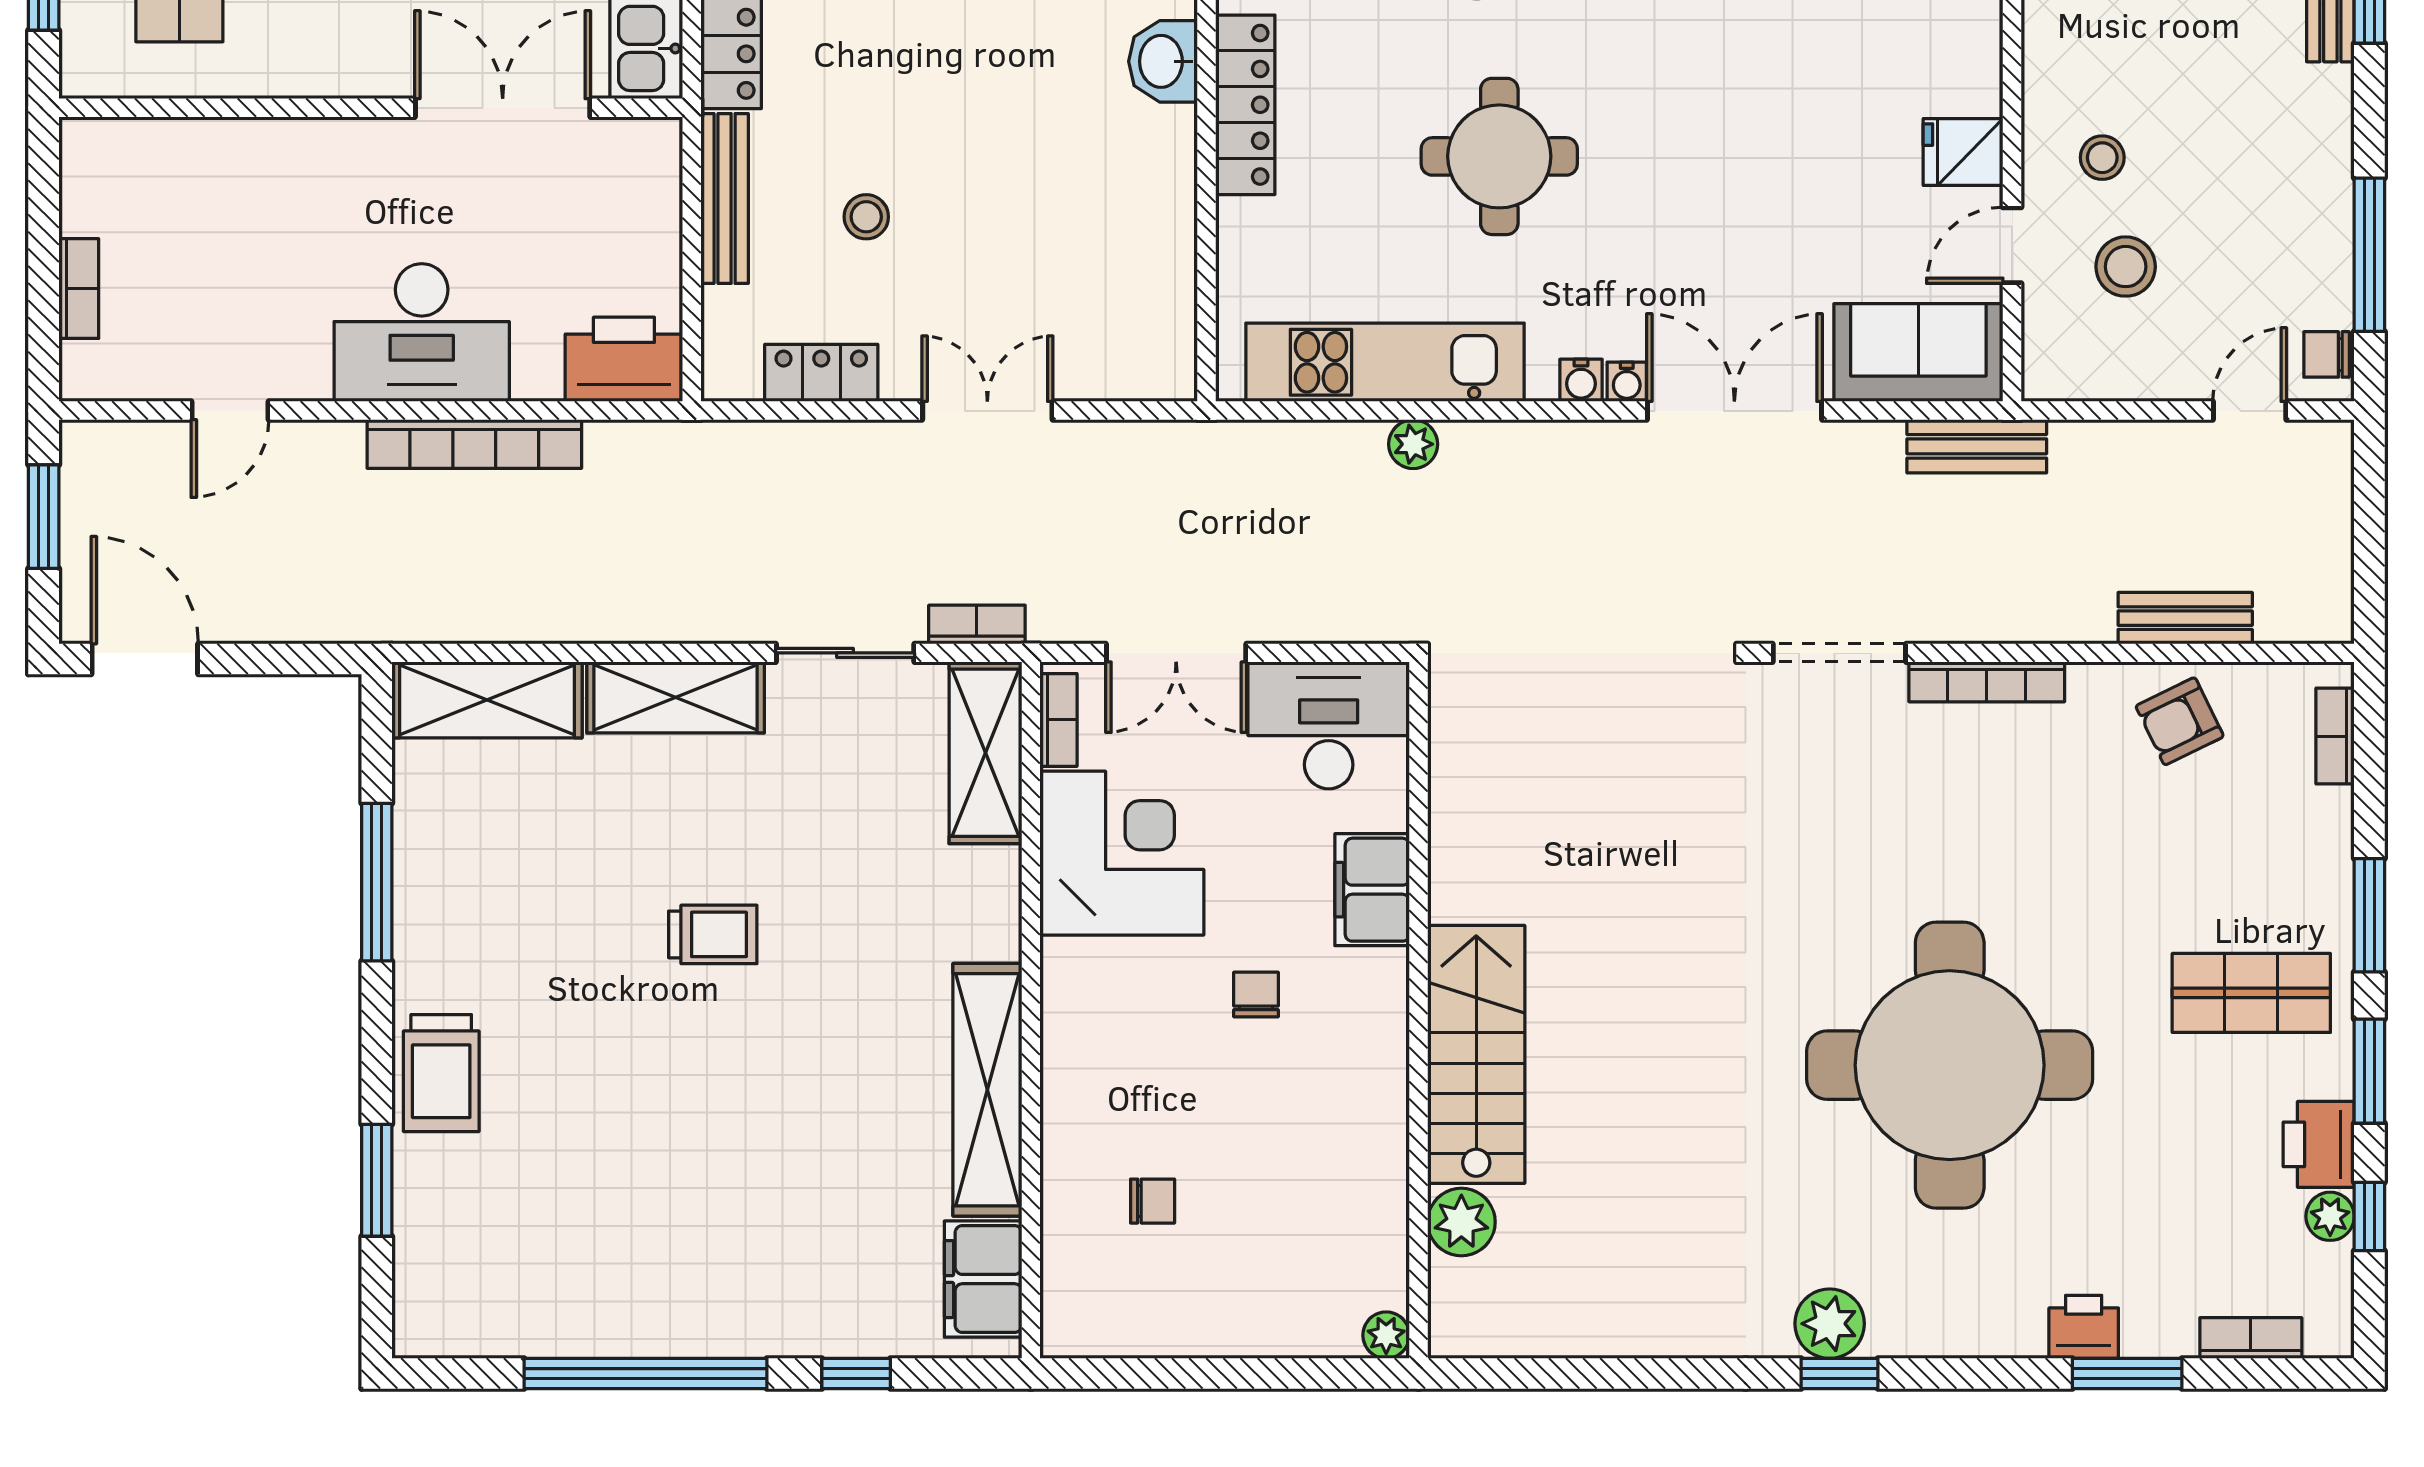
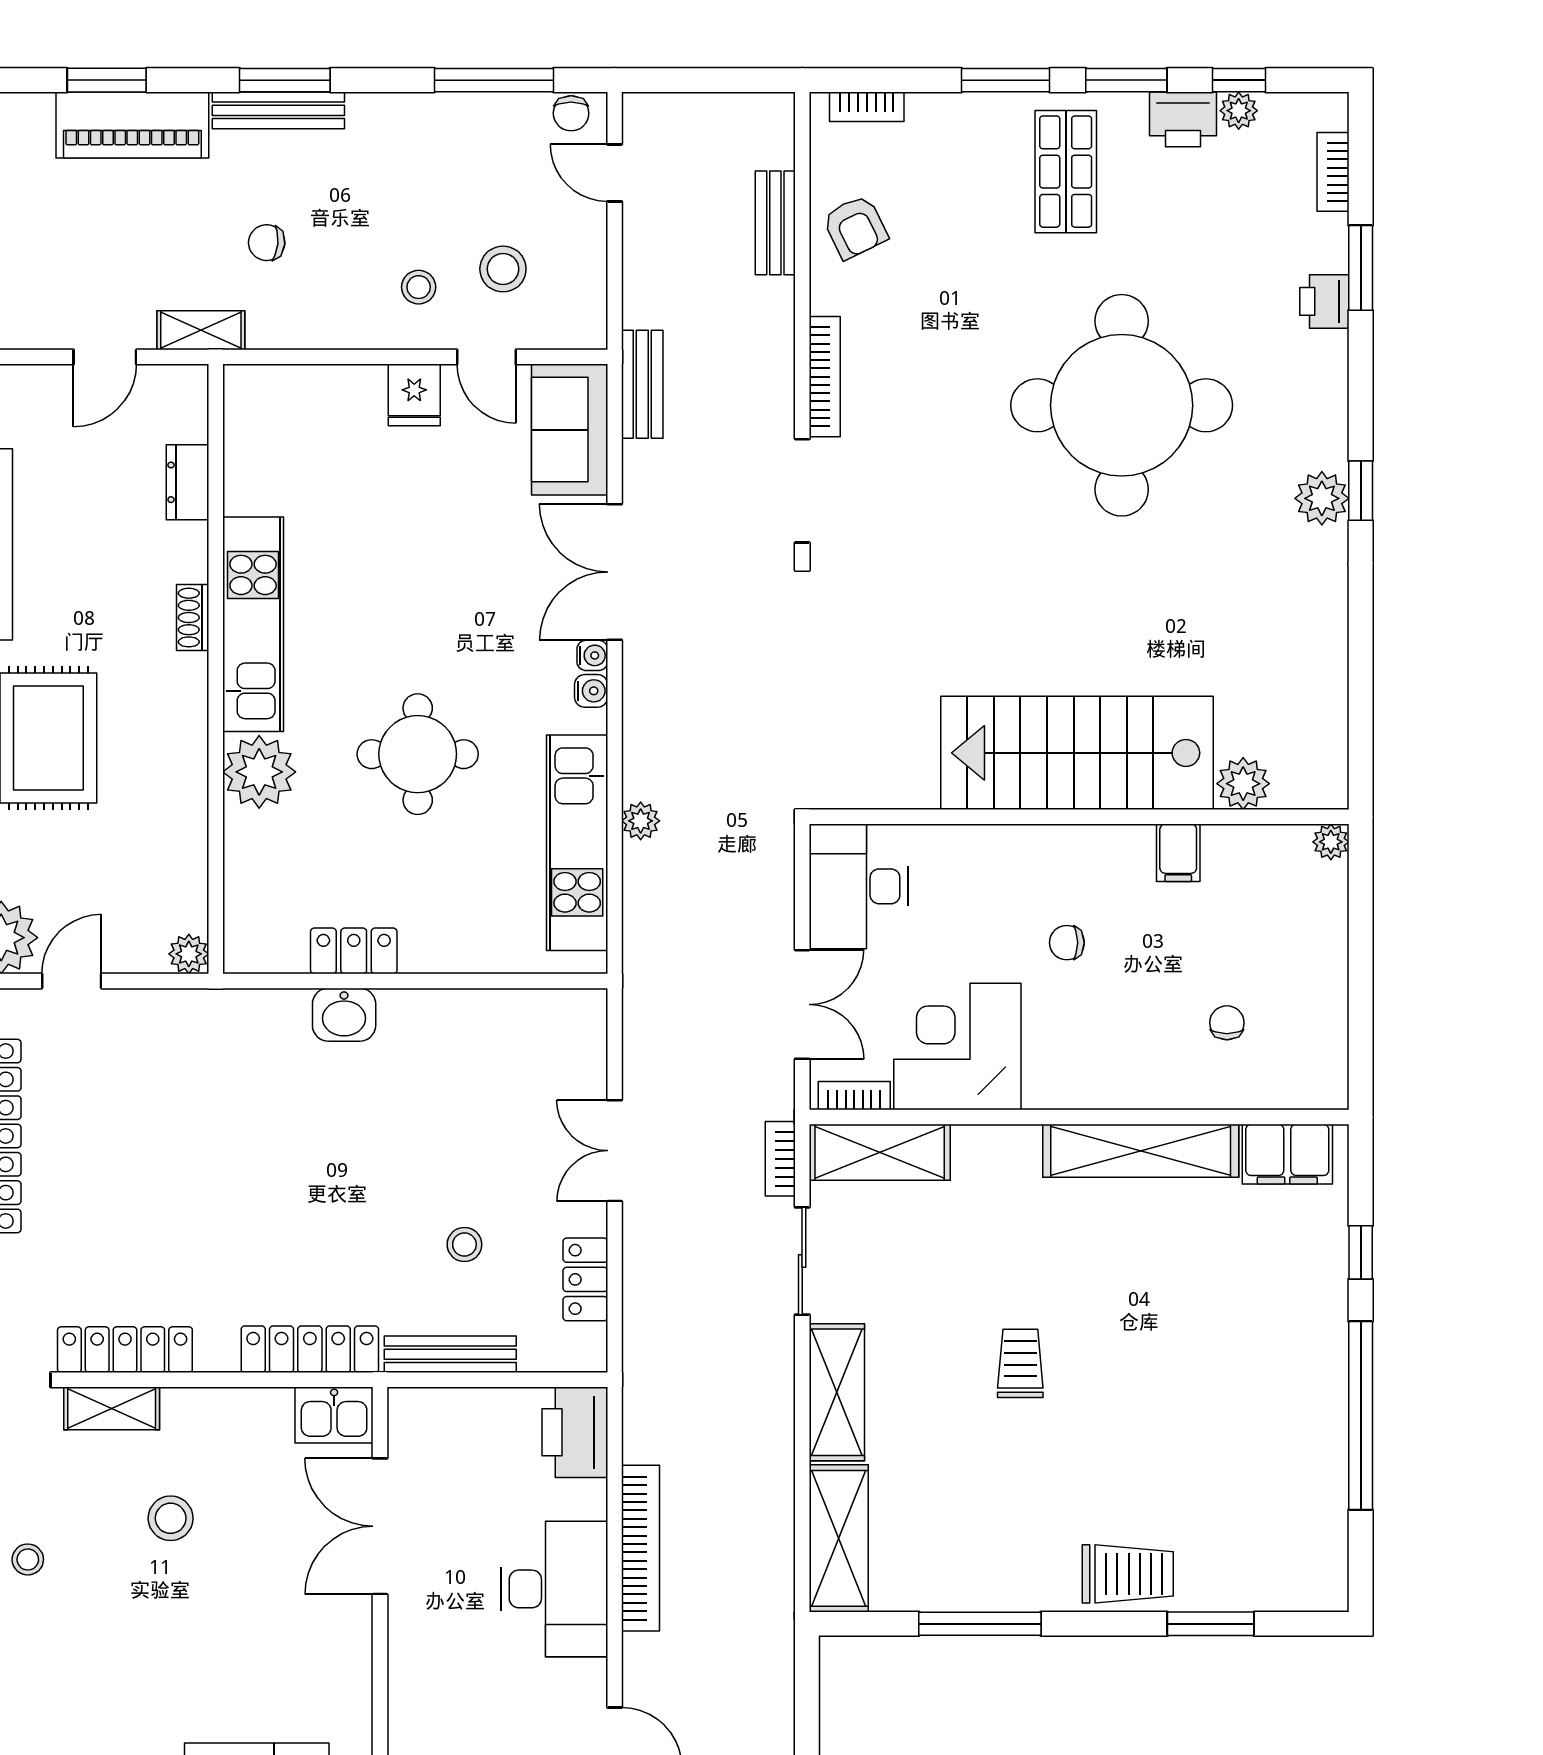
locker: (1245, 105) -> (354, 951), width x0.66
filing cabinet: (1372, 890) -> (1178, 853), moved, width x0.50
stairs: (1476, 1054) -> (1077, 753), width x1.36, depth x1.51

